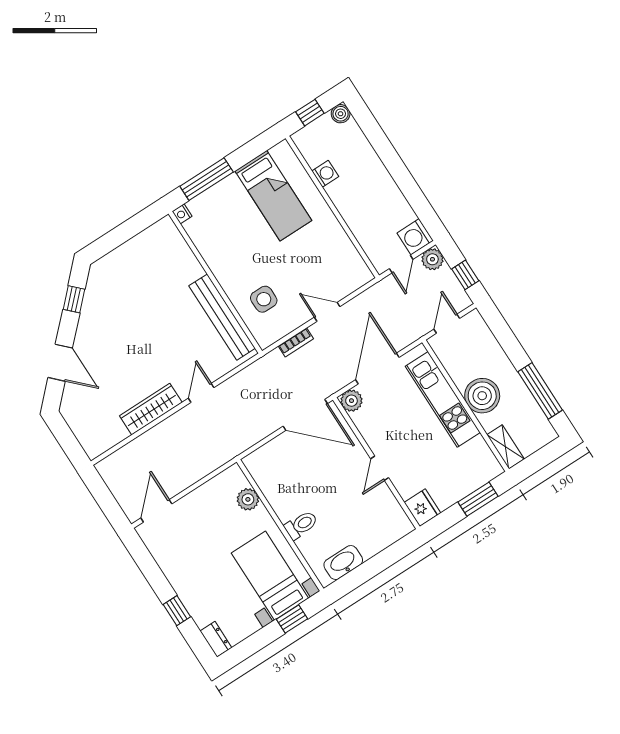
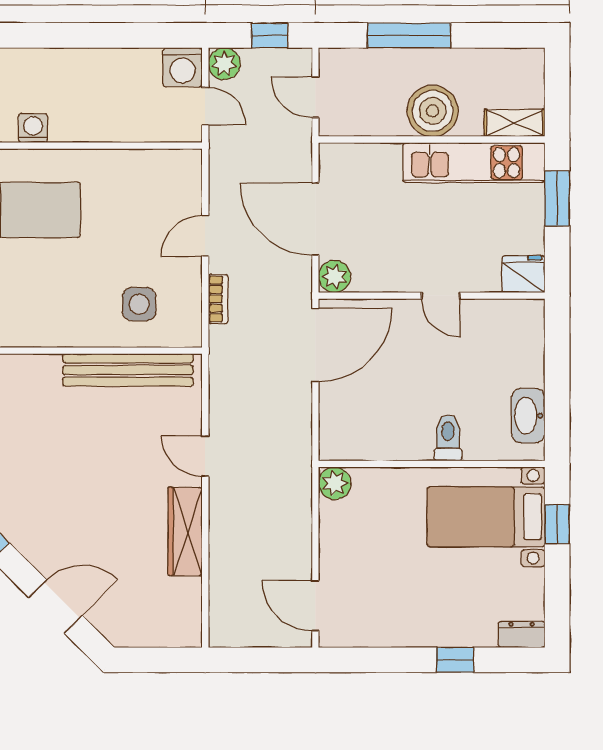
window: (540, 391) -> (409, 35), moved
kitchen unit: (443, 399) -> (474, 163), moved
plant: (248, 499) -> (335, 483), moved

